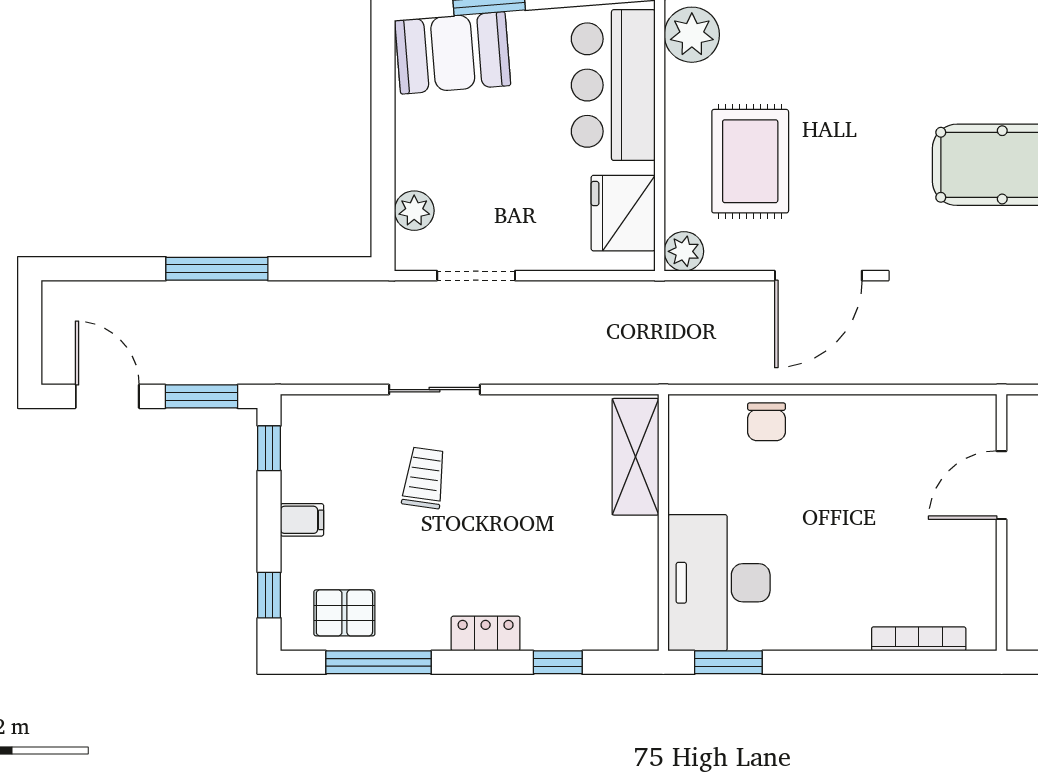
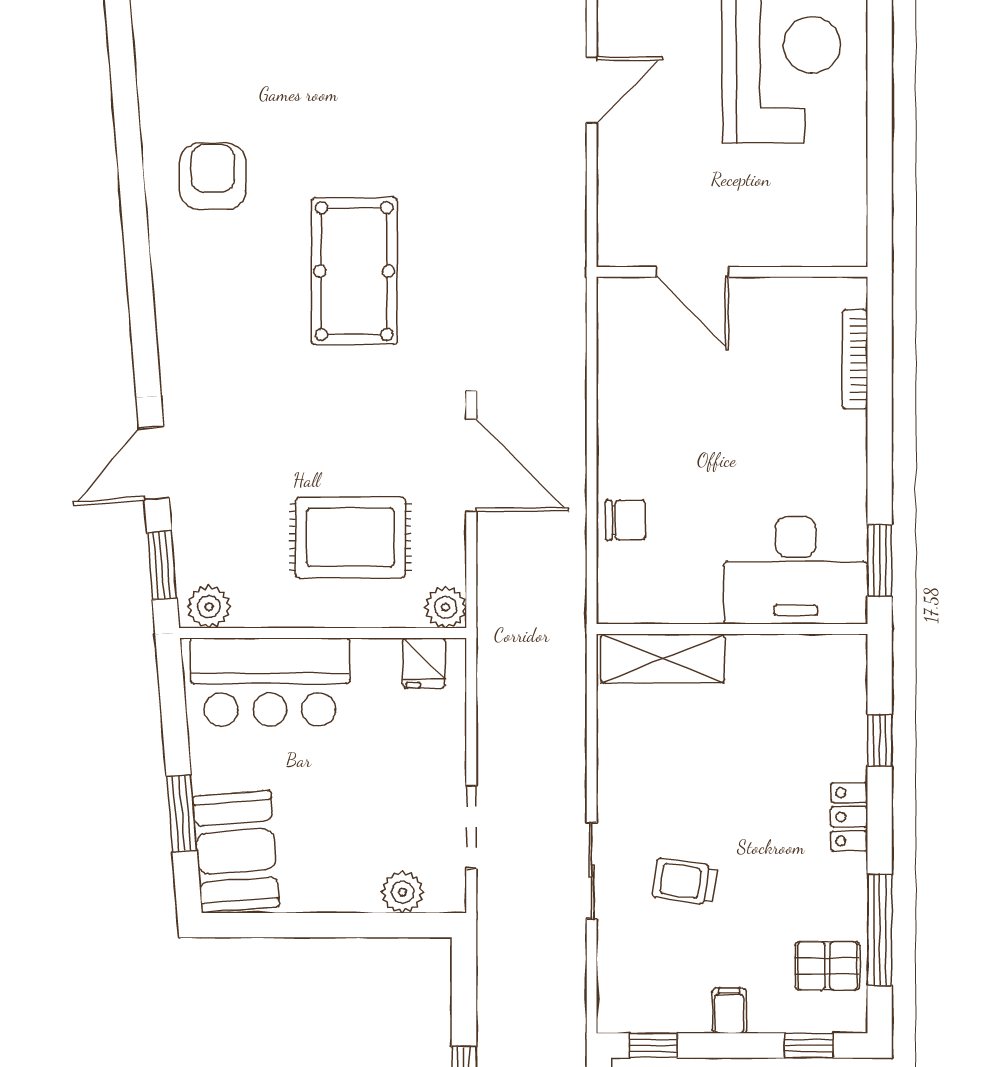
plant: (692, 35) -> (209, 607), width x0.73, depth x0.73
fridge: (623, 213) -> (424, 663), width x0.53, depth x0.75
pallet: (344, 613) -> (827, 966), turned 90

